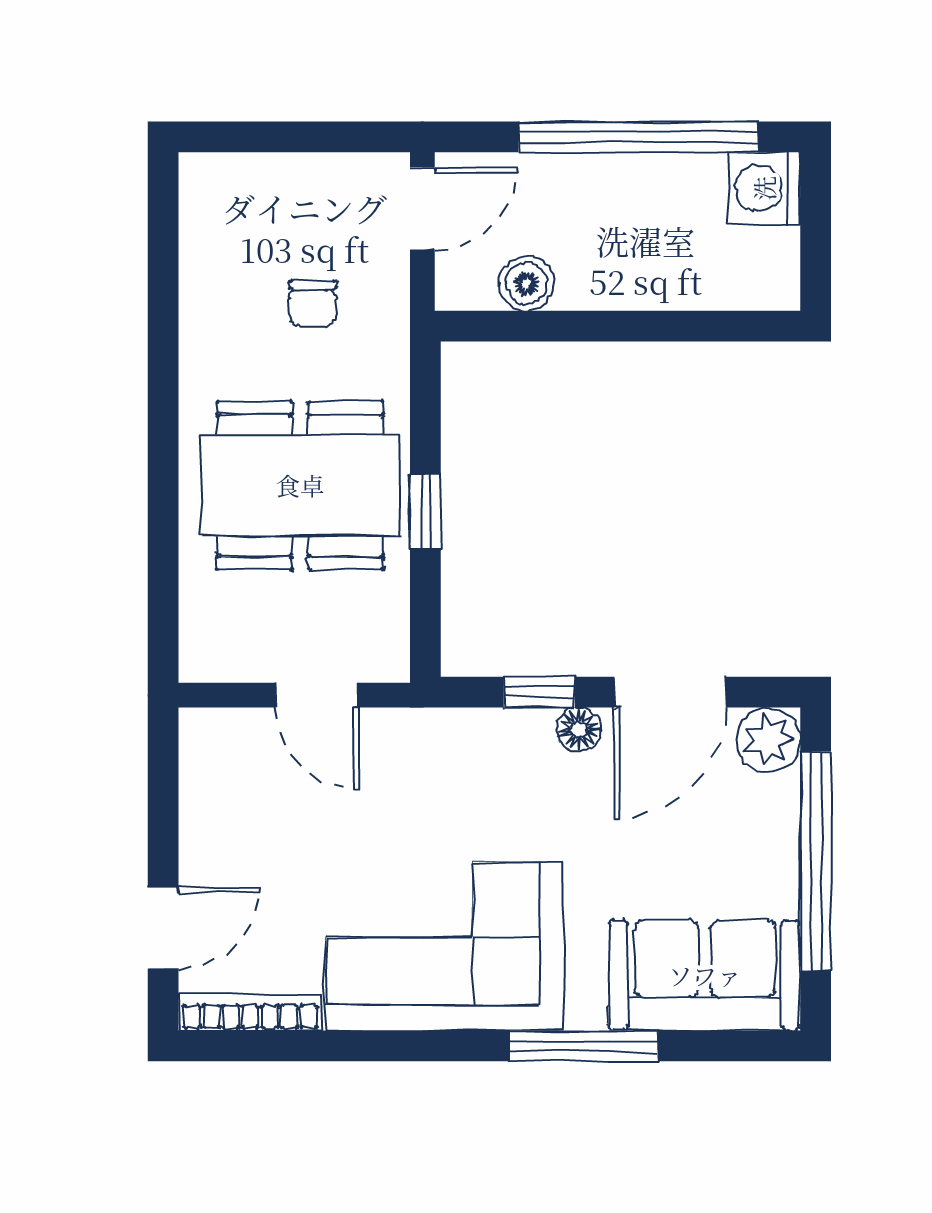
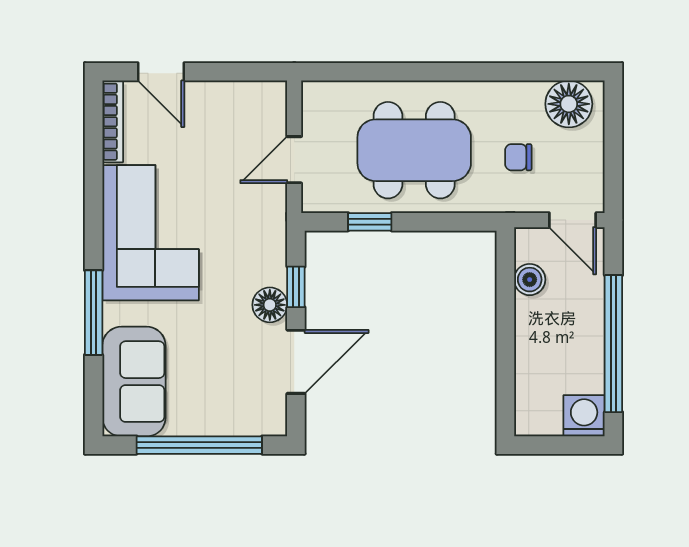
floor lamp: (219, 215) -> (569, 104), added
dining table: (300, 485) -> (414, 150), turned 90
window: (425, 512) -> (370, 222), moved
door: (670, 692) -> (296, 362), swing flipped
floor lamp: (579, 729) -> (270, 305), width x1.37, depth x1.37
plant: (768, 740) -> (269, 418), removed

